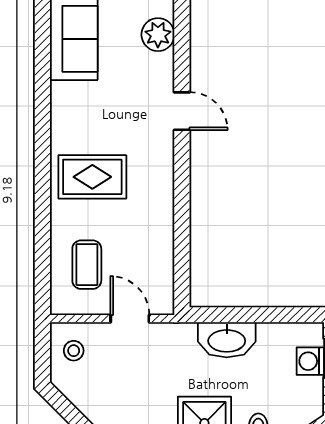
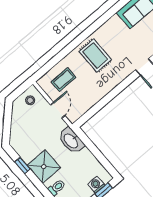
washbasin: (227, 340) -> (71, 141), moved

